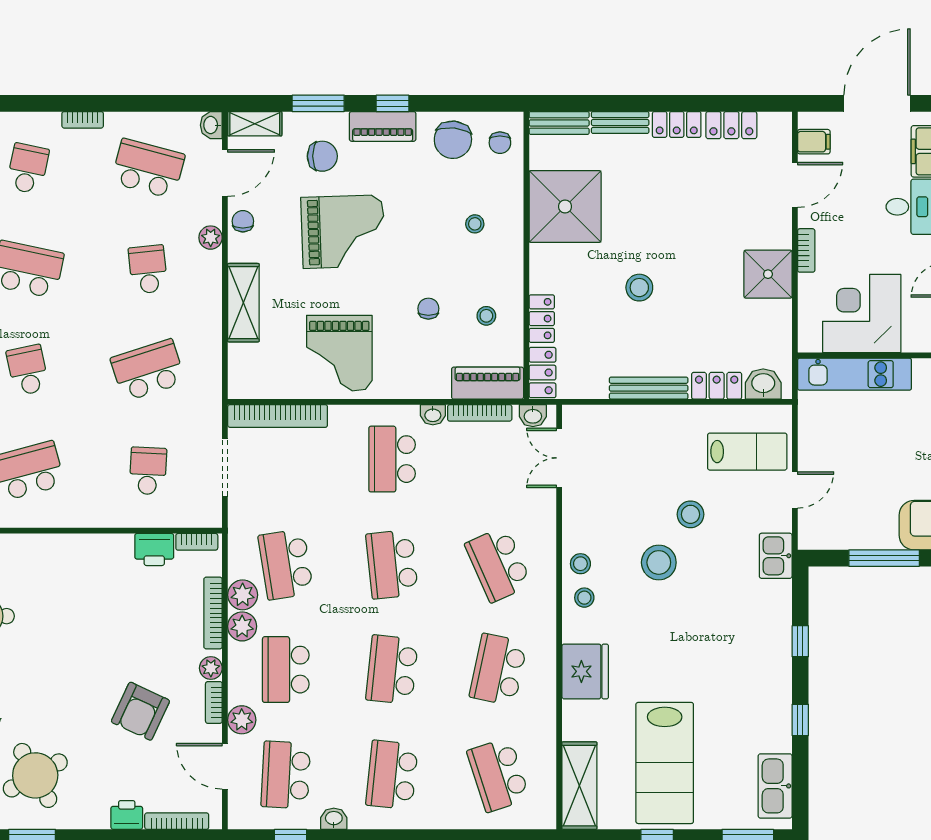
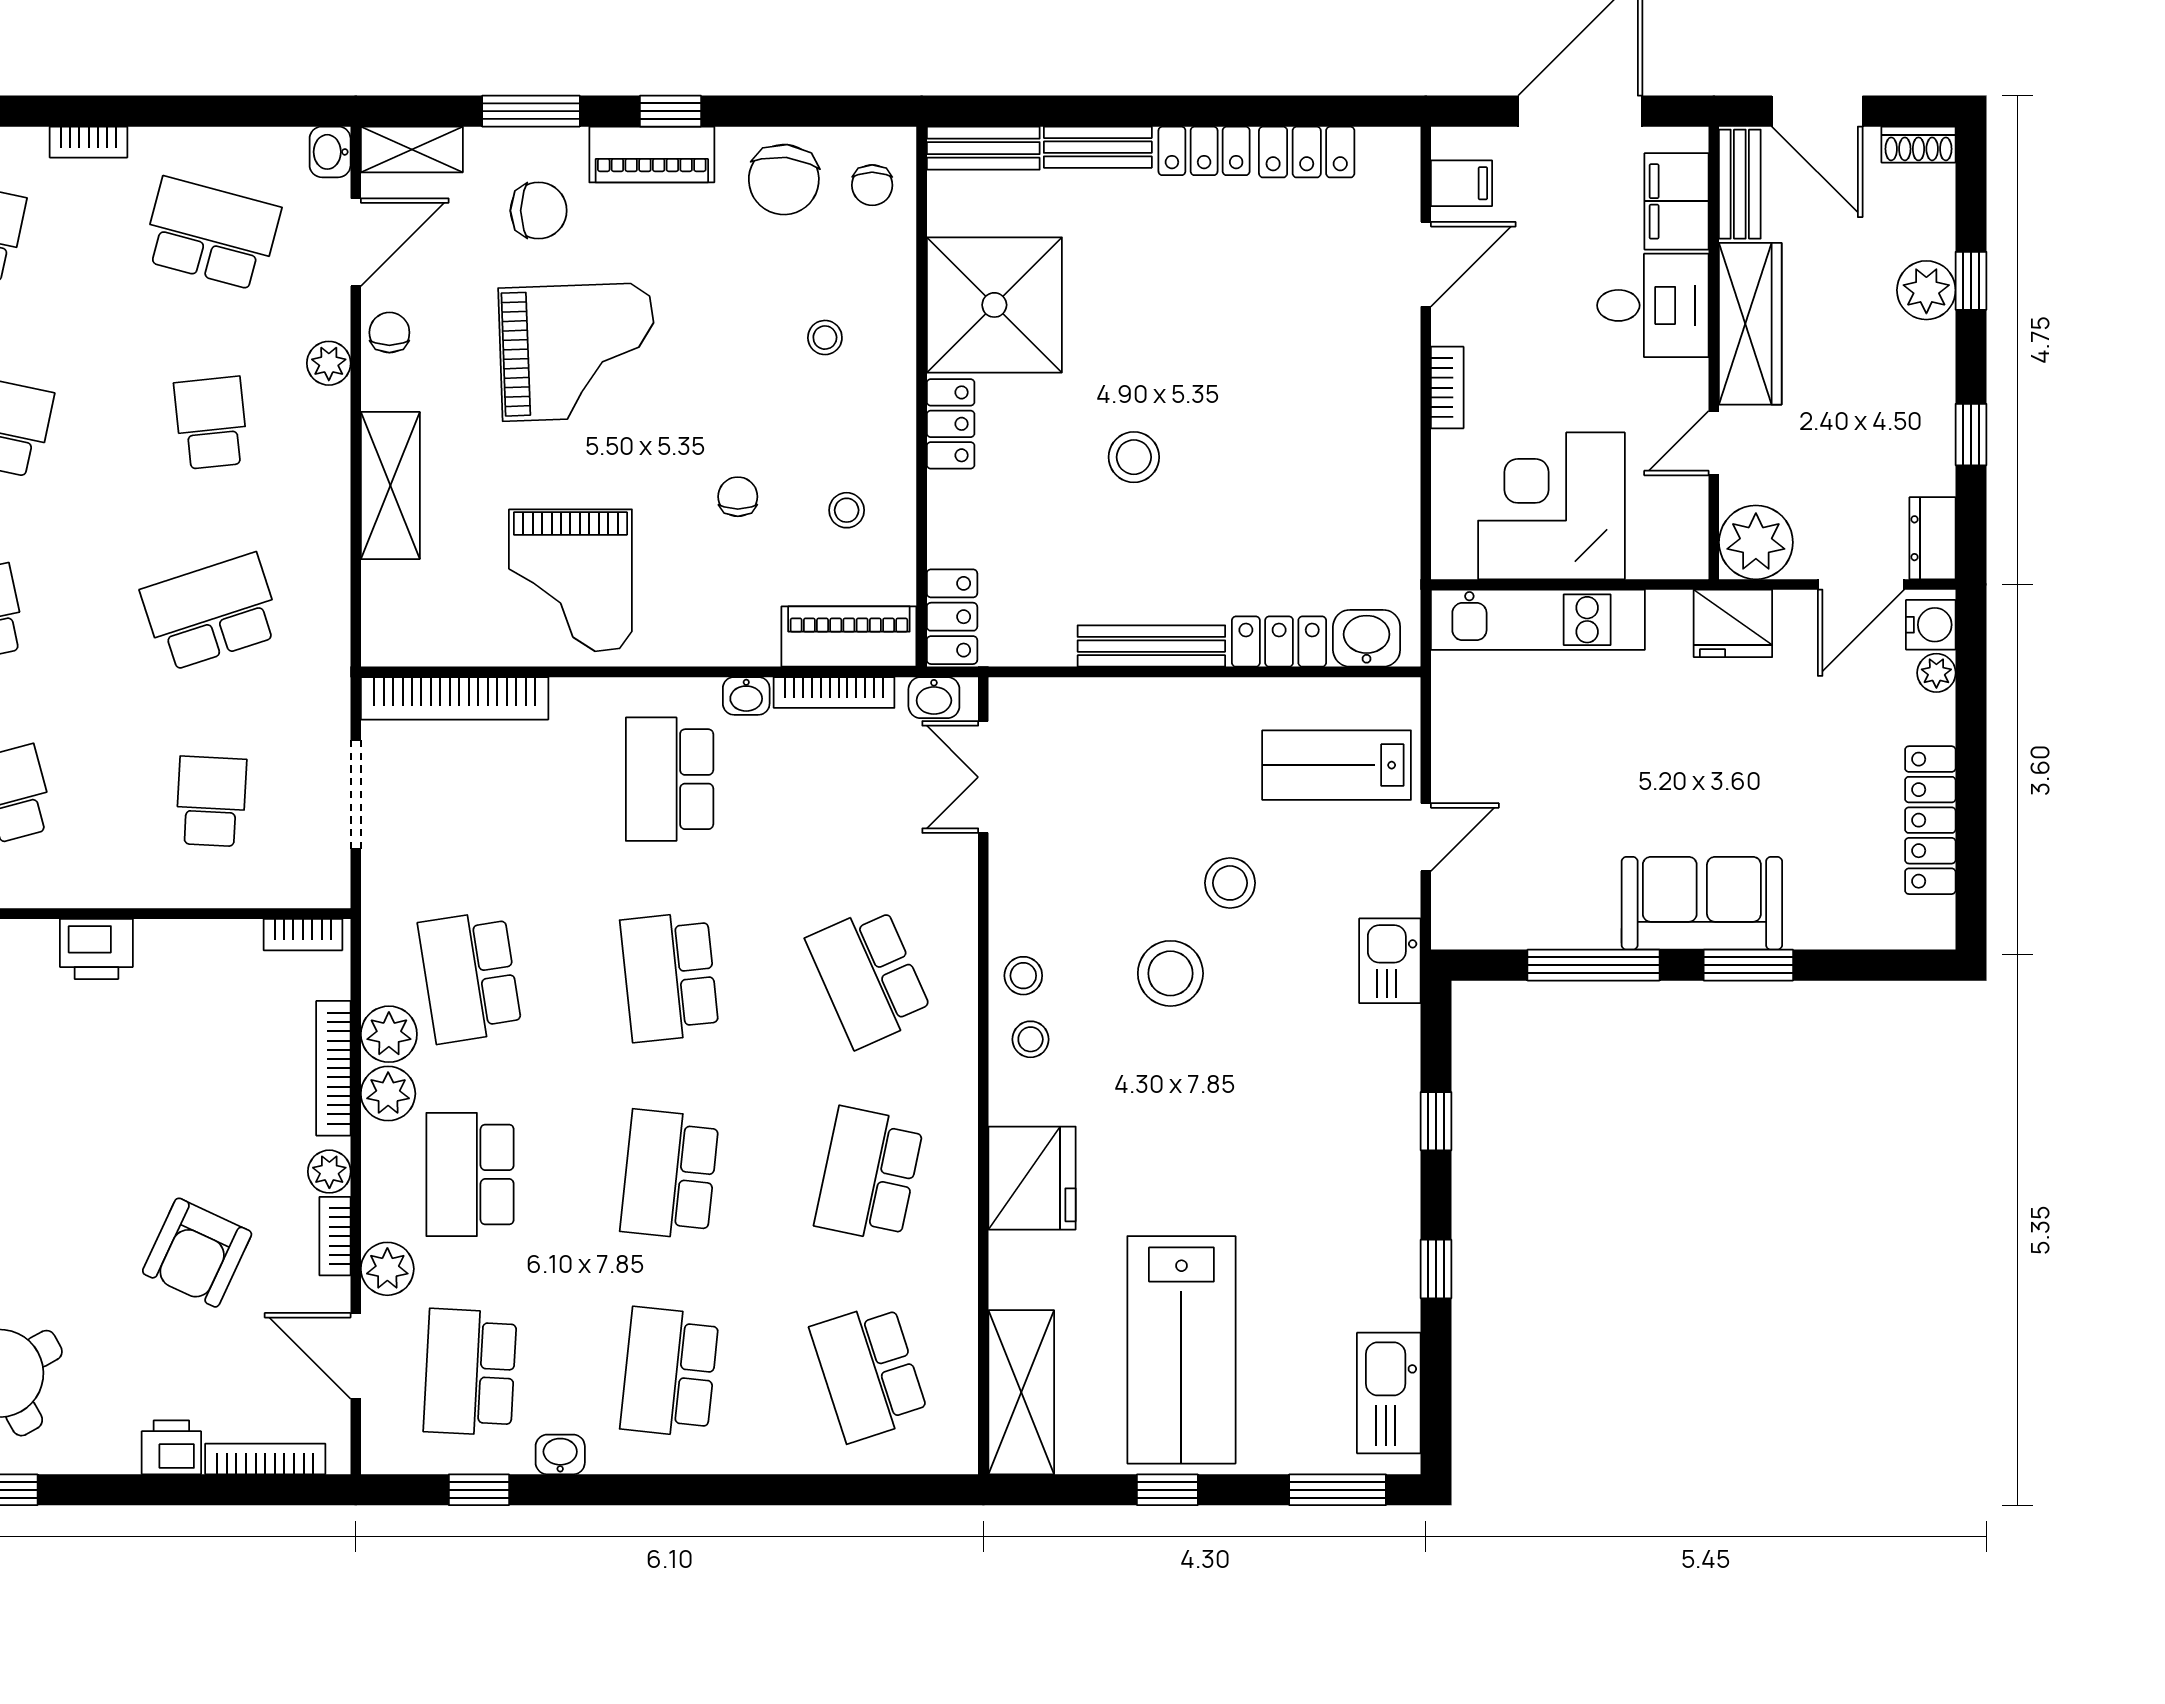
shower: (768, 274) -> (1375, 432), removed
locker: (542, 319) -> (951, 424), moved
lab bench: (747, 452) -> (1337, 765), turned 180
printer: (154, 549) -> (96, 949), moved

